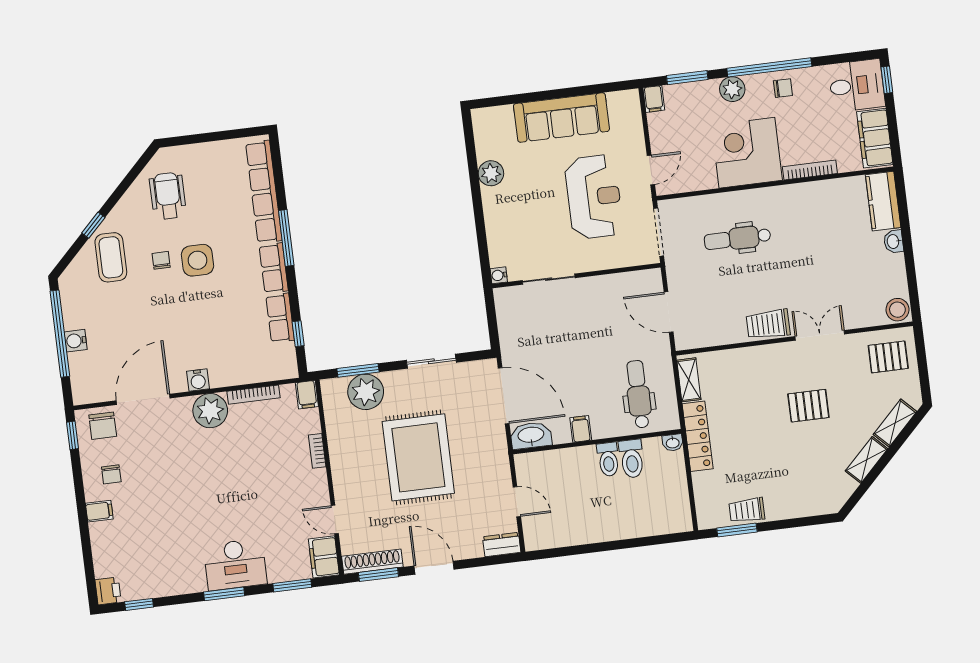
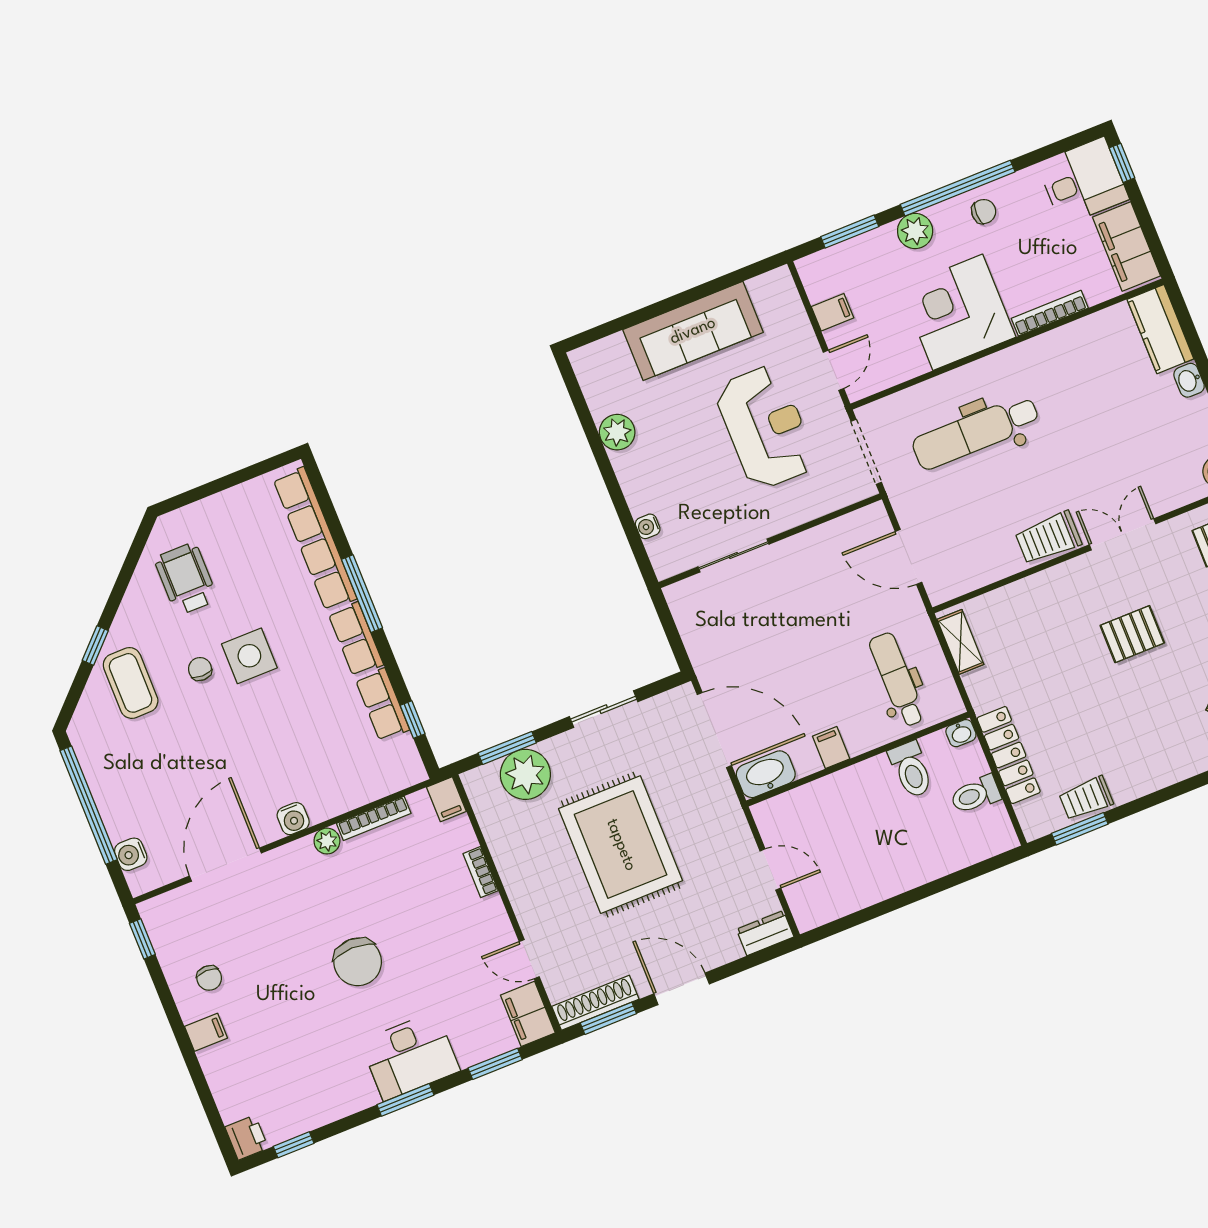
filing cabinet: (654, 99) -> (833, 312), moved, turned -90
dental chair: (737, 238) -> (976, 432), width x1.36, depth x1.38
water cooler: (499, 275) -> (648, 526), moved
water cooler: (76, 341) -> (131, 854), moved
plant: (210, 411) -> (327, 841), width x0.53, depth x0.53
chair: (103, 426) -> (358, 962), moved, width x1.37, depth x1.37
locker: (698, 436) -> (1009, 755), moved
toilet: (608, 459) -> (975, 795), moved, turned 90

